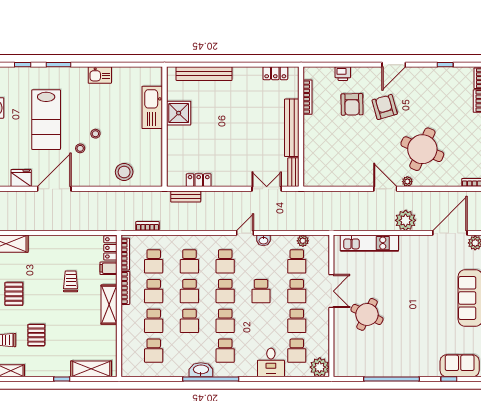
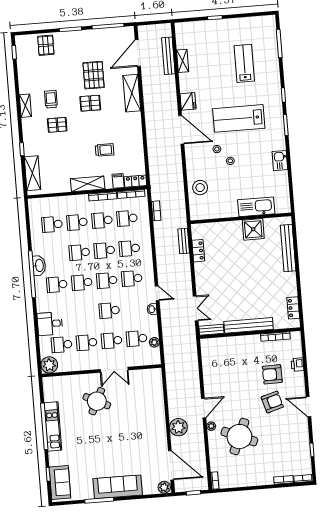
kitchen unit: (369, 243) -> (53, 426), moved, turned 180

